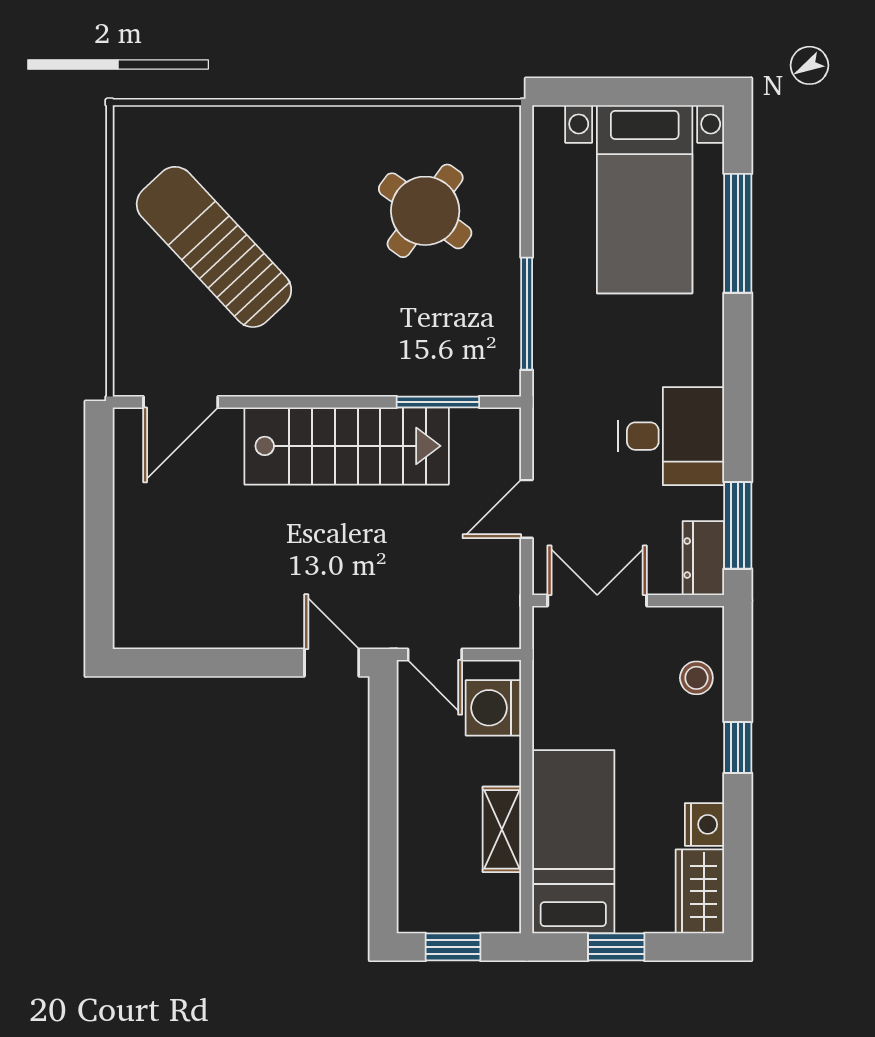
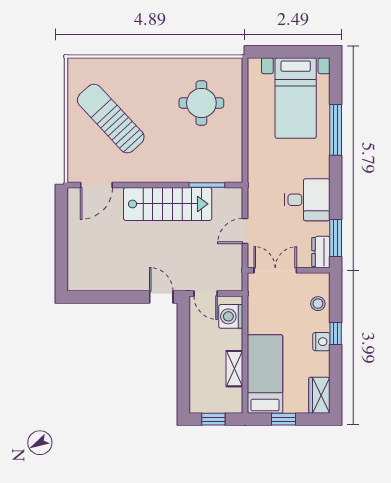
round table: (425, 211) -> (201, 103), turned -36
window: (738, 233) -> (336, 130), moved
window: (527, 314) -> (245, 147), removed
nightstand: (704, 824) -> (321, 342), moved

